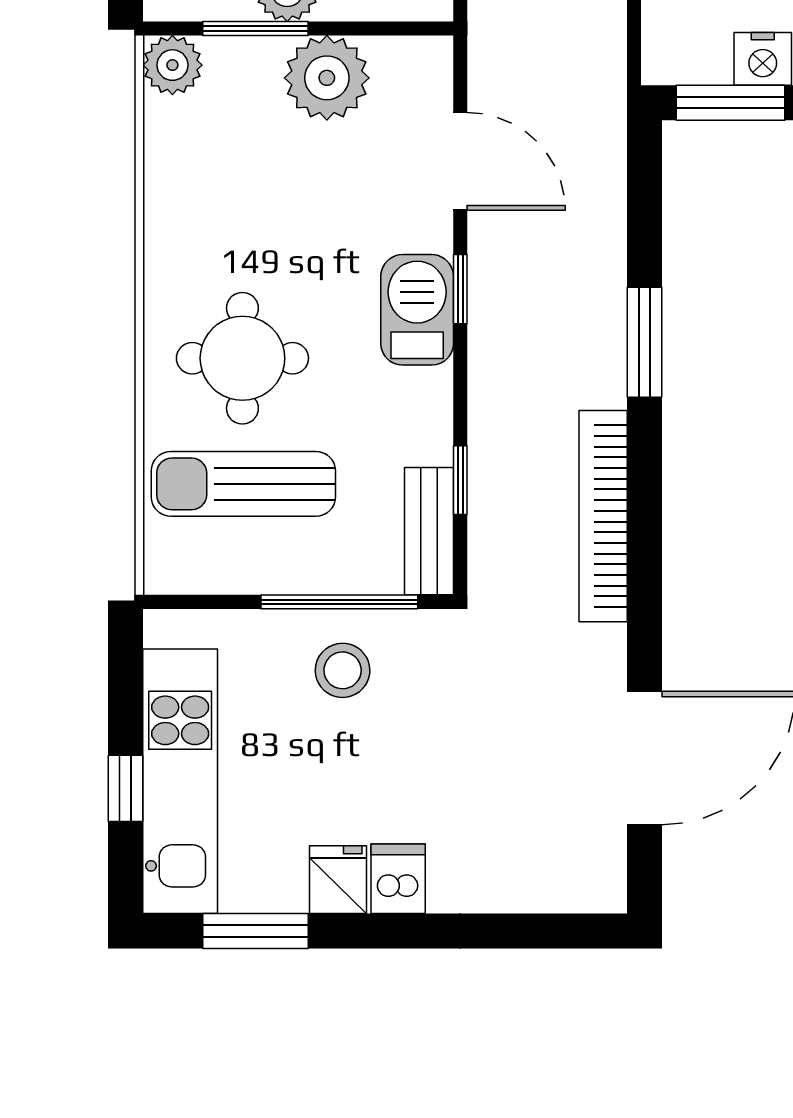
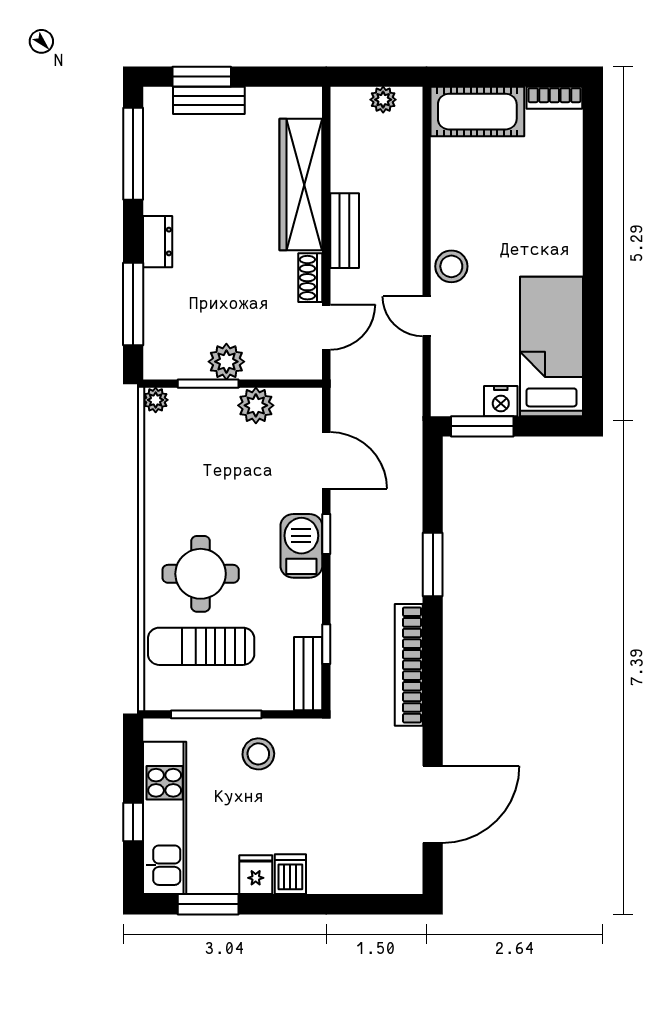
plant: (172, 65) -> (156, 400), width x0.73, depth x0.73
plant: (327, 78) -> (256, 405), width x0.73, depth x0.73
window: (339, 602) -> (216, 714), moved

